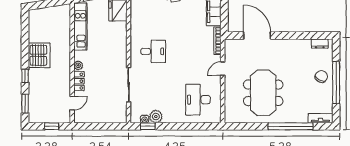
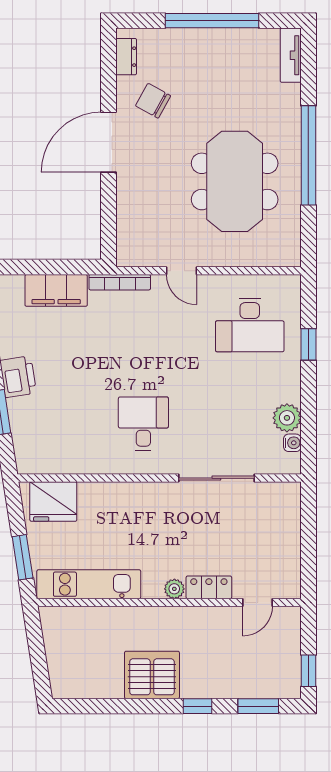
door: (257, 36) -> (108, 142), moved
chair: (321, 77) -> (153, 101), moved
meeting table: (263, 93) -> (235, 181), turned 90
door: (72, 103) -> (257, 602), swing flipped
window: (52, 126) -> (308, 671), moved
window: (148, 126) -> (308, 344), moved
window: (291, 126) -> (308, 155), moved

